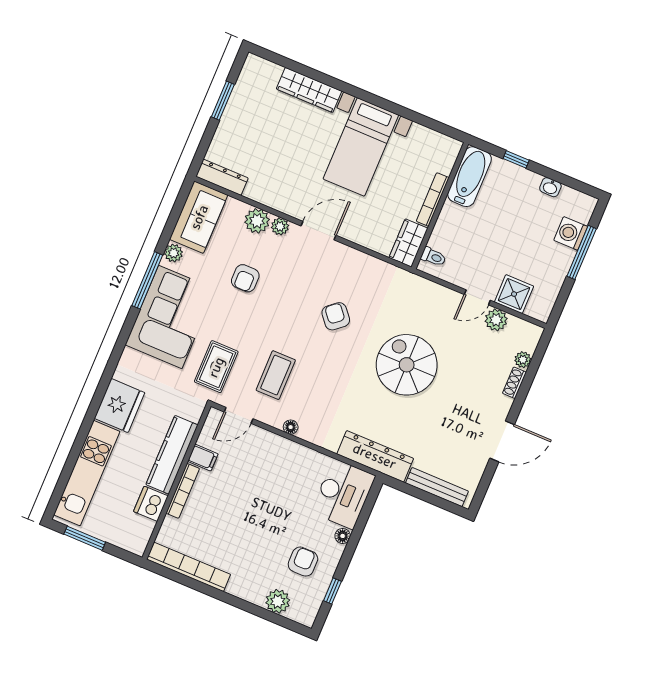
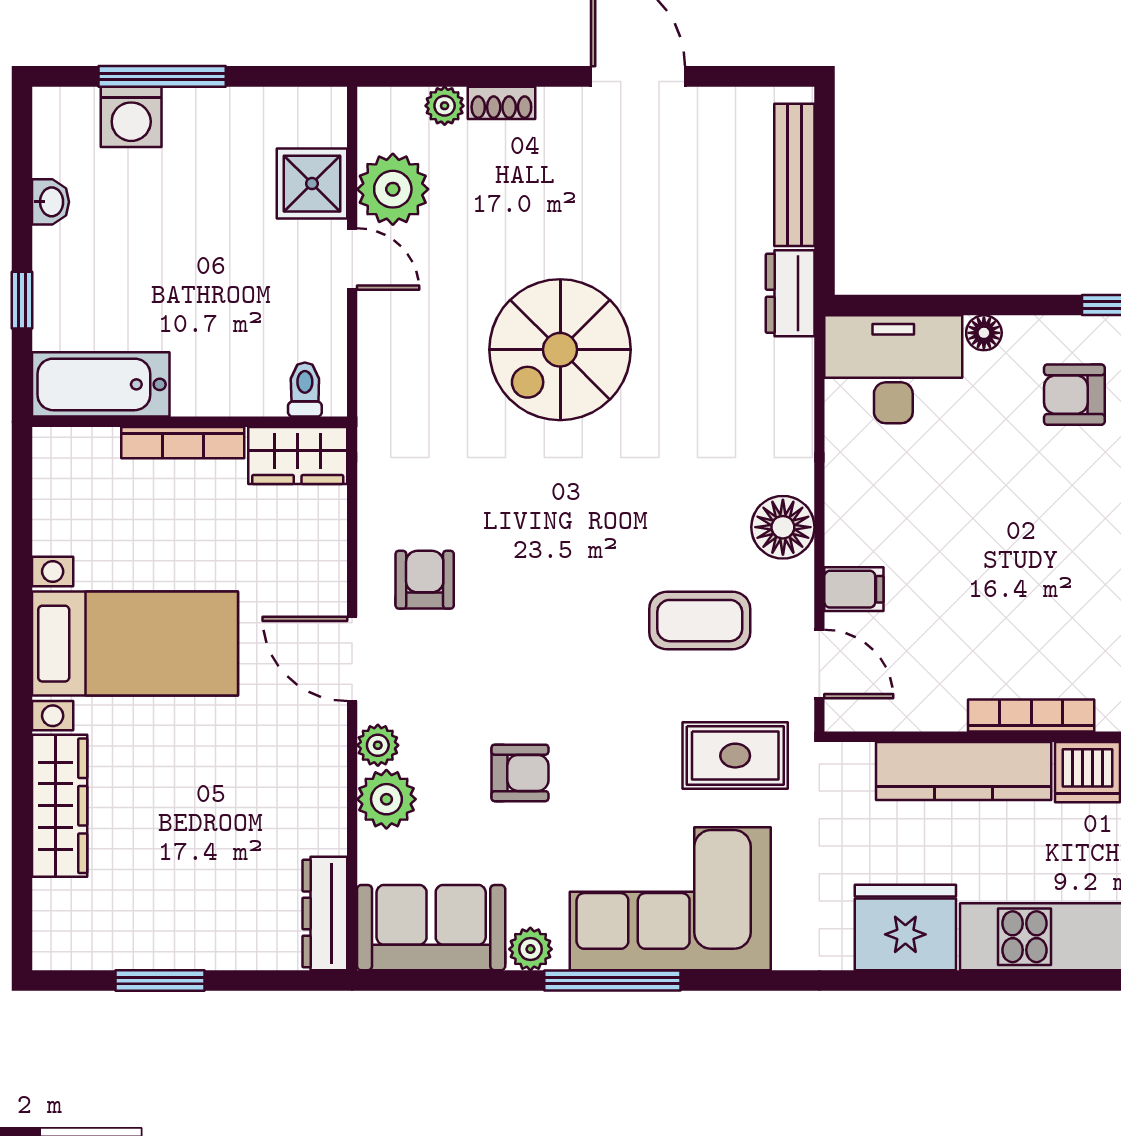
armchair: (336, 316) -> (425, 580), moved, turned 130
plant: (496, 320) -> (393, 189), width x1.36, depth x1.36
floor lamp: (291, 427) -> (783, 527), width x1.89, depth x1.89
dresser: (375, 456) -> (790, 293), width x0.51, depth x0.80
filing cabinet: (203, 458) -> (854, 589), moved, turned 90

